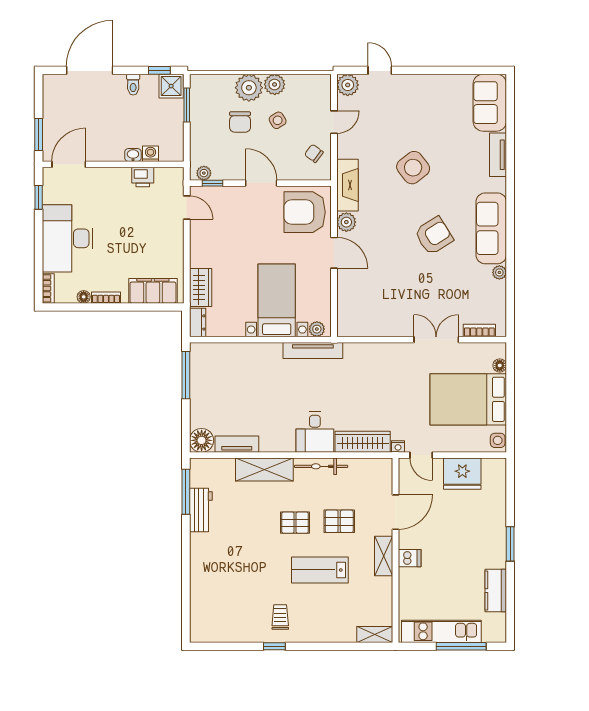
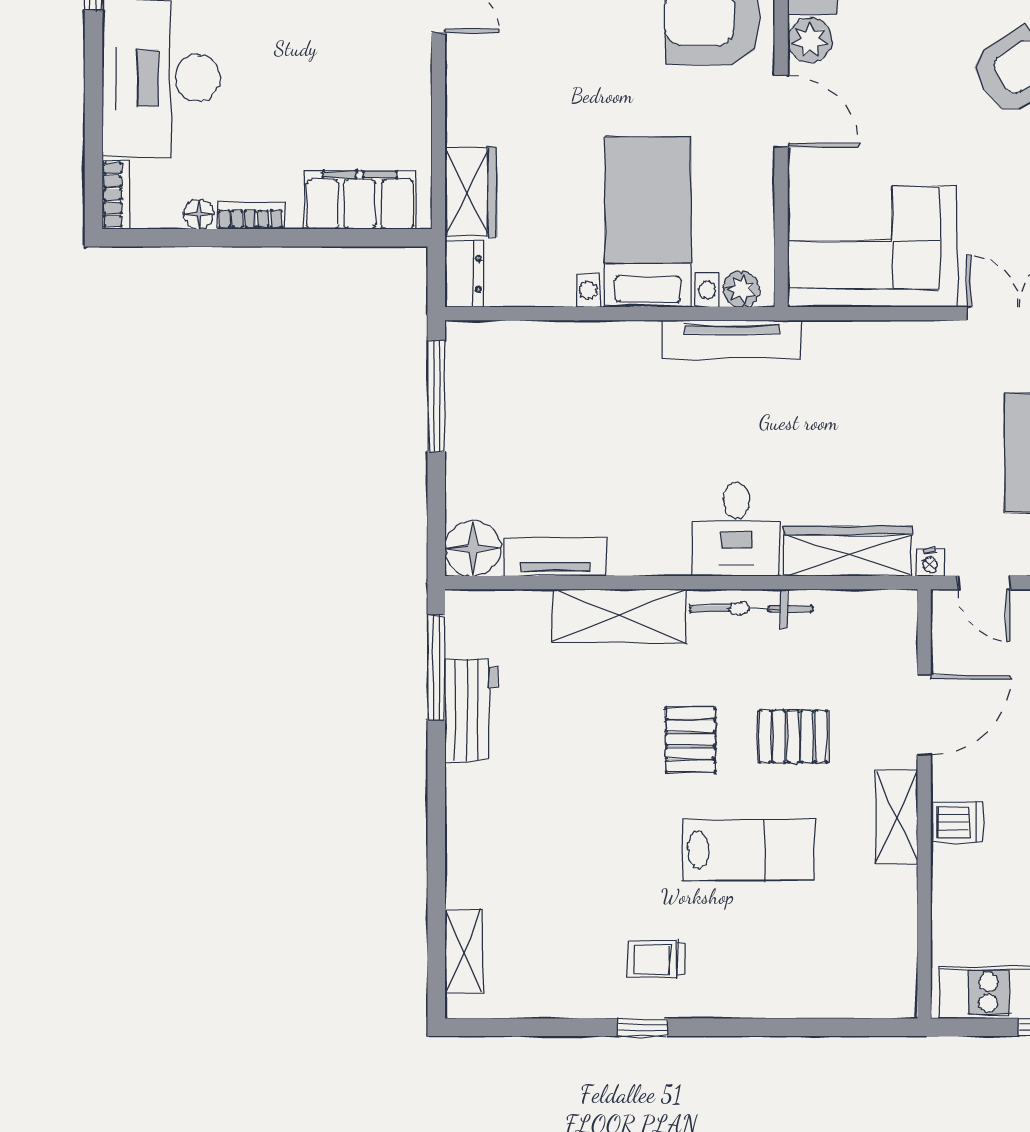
corner sofa: (373, 311) -> (872, 247), added
pallet: (295, 523) -> (690, 740), turned 90
lab bench: (320, 570) -> (748, 850), turned 180
trolley: (280, 617) -> (656, 959), turned -90
shelving: (375, 634) -> (464, 951), moved, turned 90

